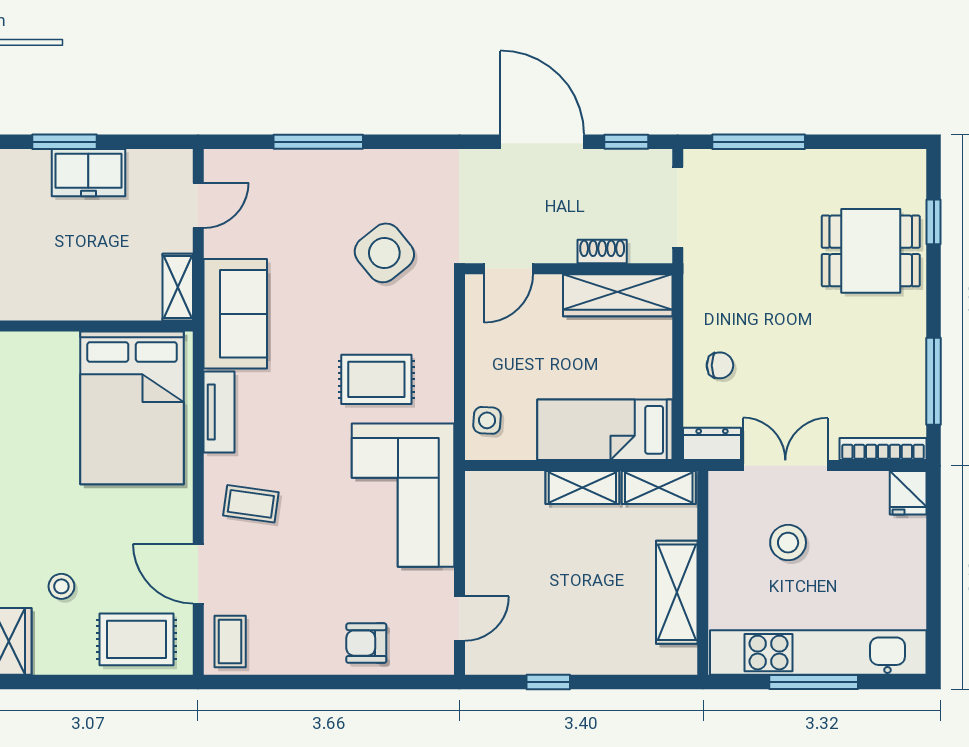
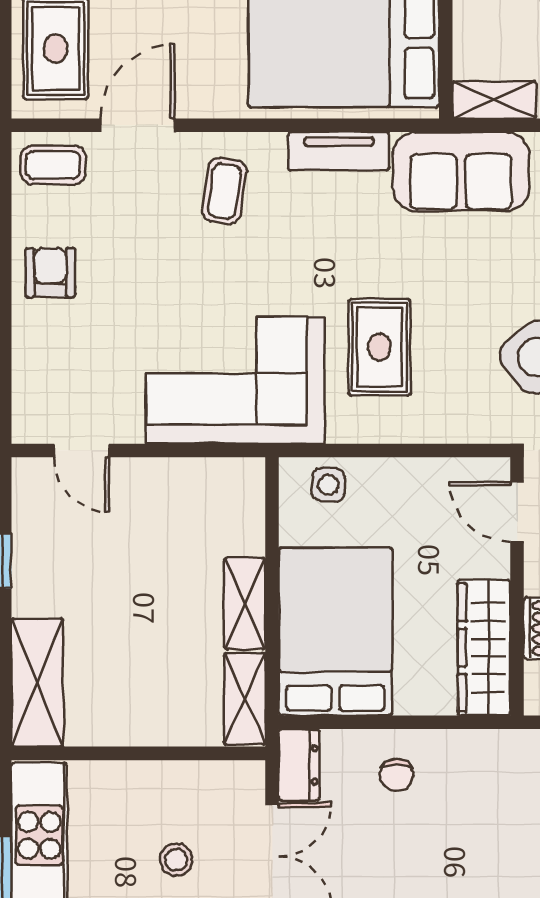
bed: (605, 430) -> (335, 632), width x1.50
stool: (788, 543) -> (176, 860), width x0.73, depth x0.73
shelving: (677, 592) -> (37, 682), moved, turned 90
armchair: (366, 643) -> (50, 273), moved

